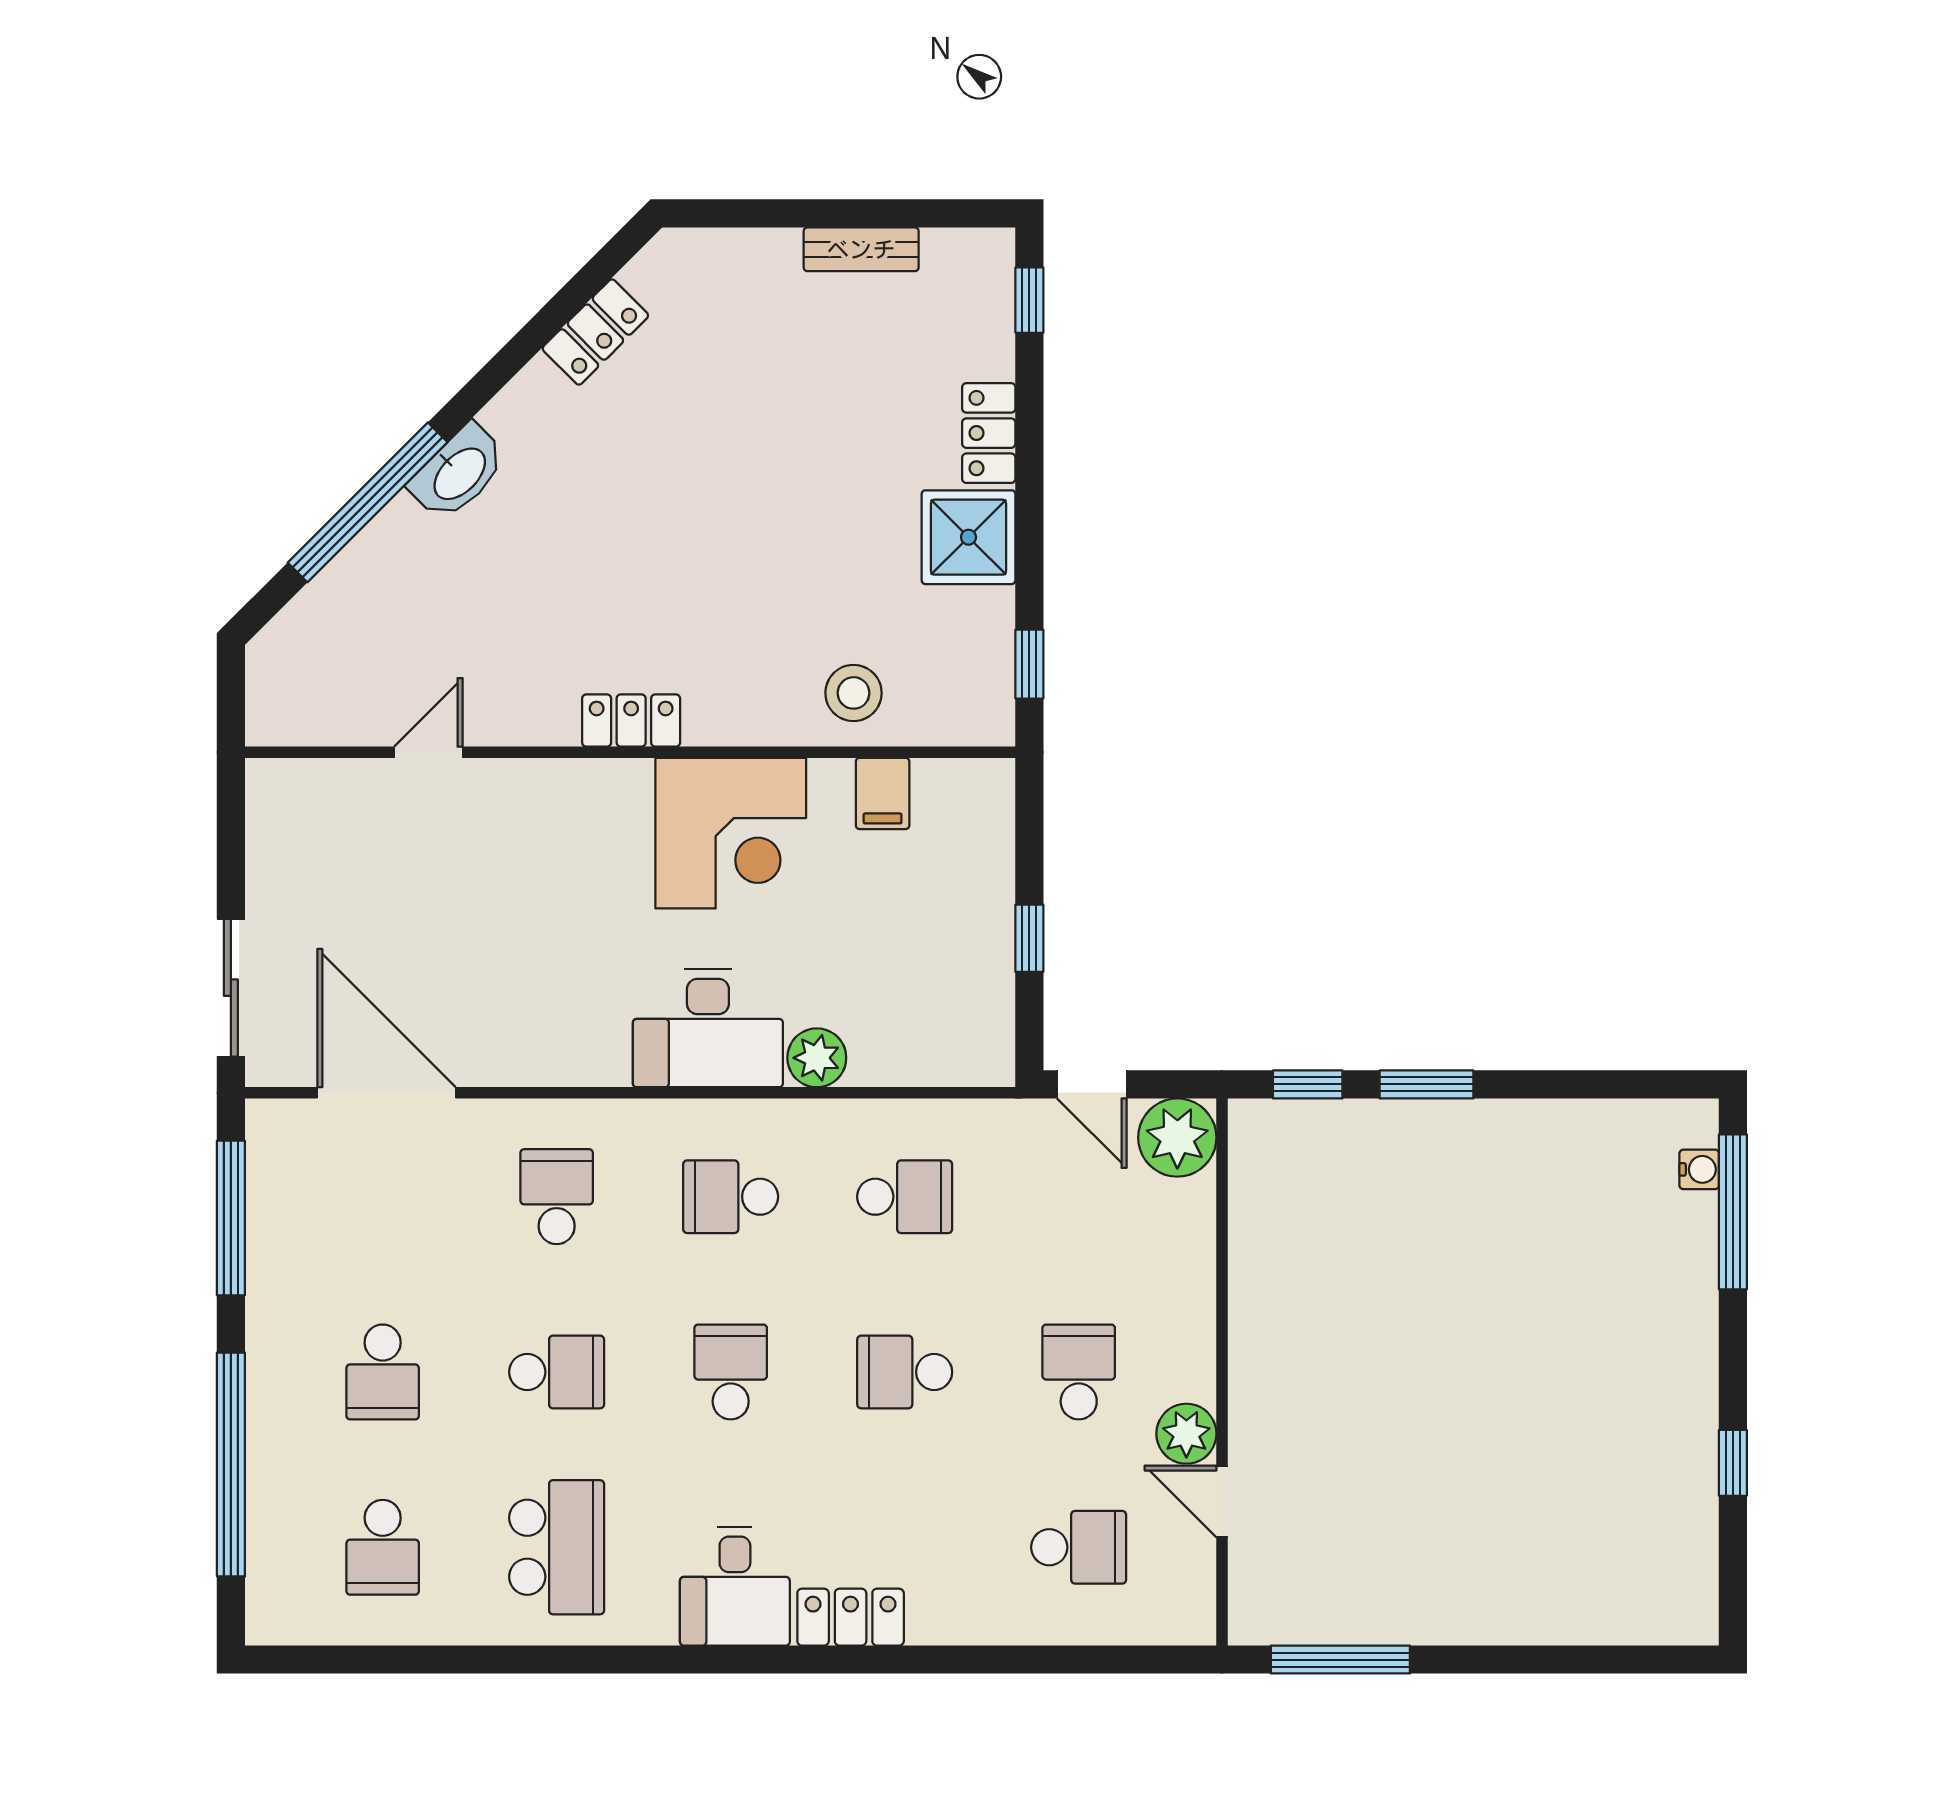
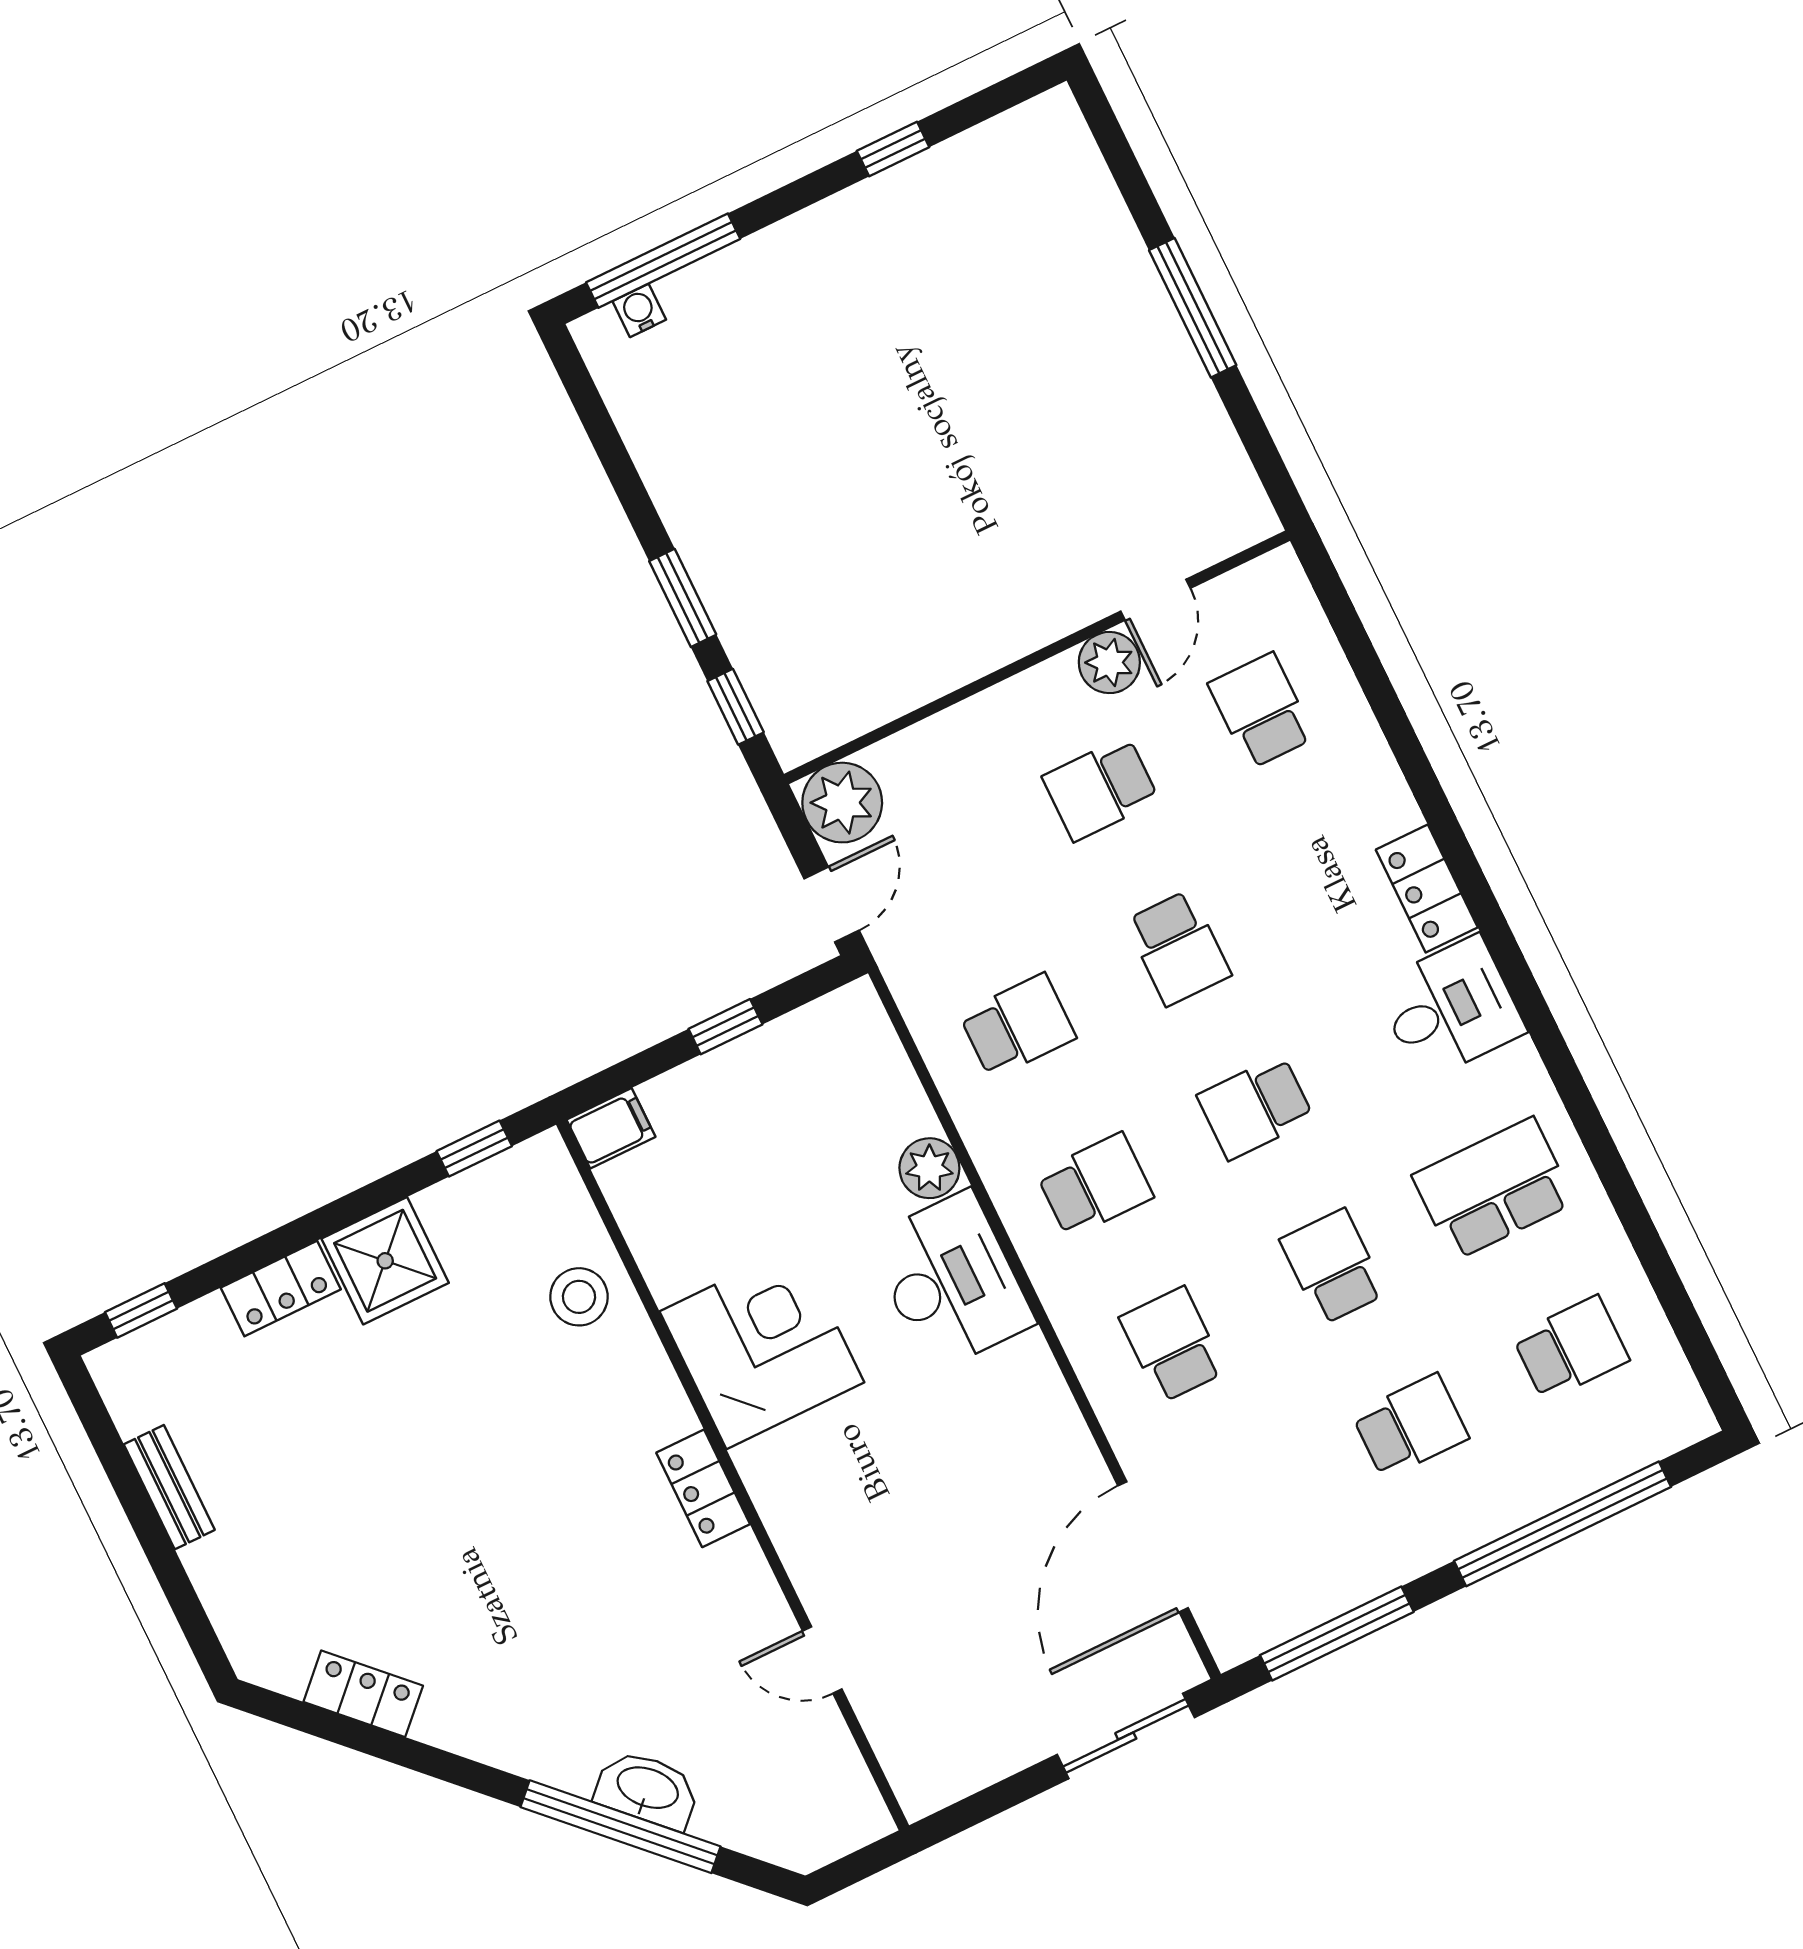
washbasin: (458, 473) -> (647, 1789), moved
filing cabinet: (883, 793) -> (611, 1128), moved
school desk: (557, 1197) -> (1172, 1345), turned 90
school desk: (731, 1197) -> (1095, 1185), turned -90
school desk: (905, 1197) -> (1018, 1026), turned 90
window: (1340, 1660) -> (1193, 308), moved

